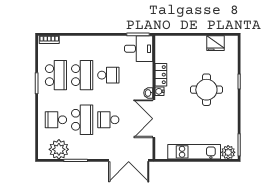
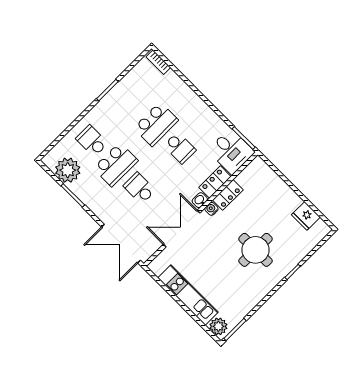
school desk: (56, 75) -> (132, 100), removed
locker: (147, 75) -> (215, 182), added

